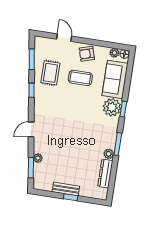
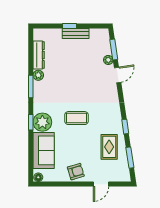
door: (64, 38) -> (101, 184), hinge flipped
plant: (114, 53) -> (48, 177), removed
coffee table: (80, 78) -> (76, 118), moved
door: (31, 129) -> (118, 75), moved

